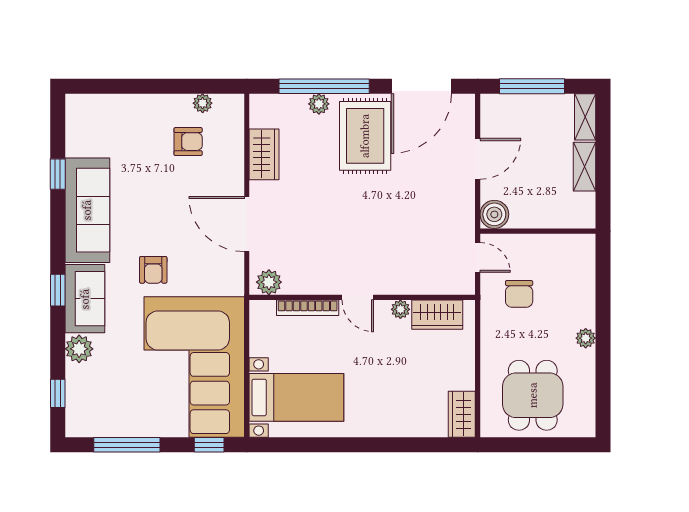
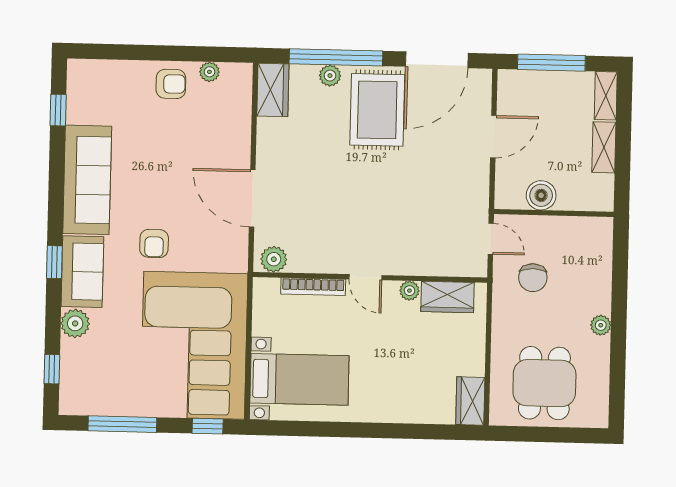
armchair: (188, 142) -> (171, 84), moved
wardrobe: (264, 154) -> (273, 90), moved
window: (58, 174) -> (58, 110), moved
boiler: (494, 214) -> (541, 195), moved

